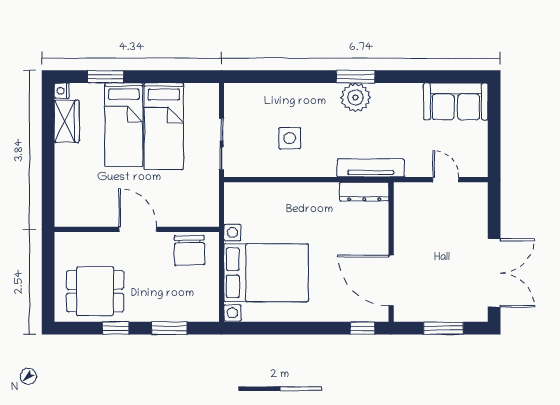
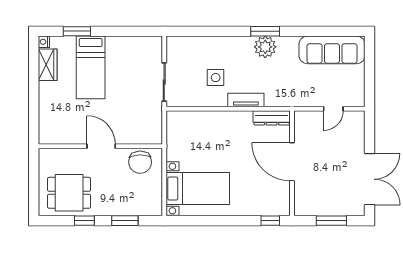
sofa: (456, 101) -> (332, 50), width x1.36
bed: (164, 126) -> (121, 69), removed
tv unit: (371, 168) -> (246, 100), moved, width x0.71
door: (446, 180) -> (333, 109), swing flipped
bed with nightstands: (266, 273) -> (198, 189), width x0.73
door: (391, 281) -> (292, 162), moved

